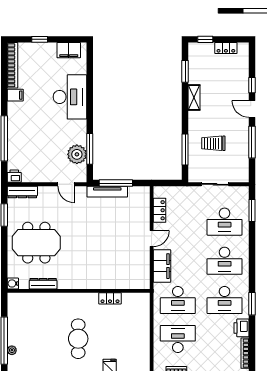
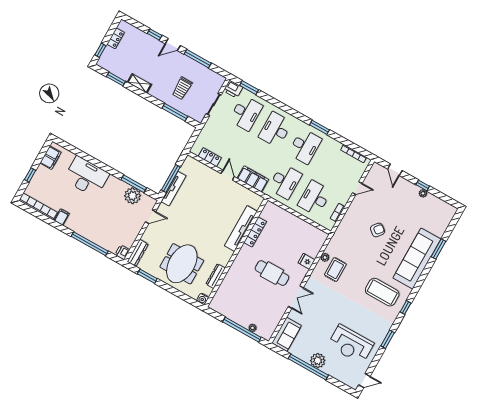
desk: (225, 261) -> (275, 130), turned 180
tv unit: (105, 282) -> (241, 228), added
locker: (110, 298) -> (255, 232), width x1.53
printer: (241, 328) -> (233, 89), moved

